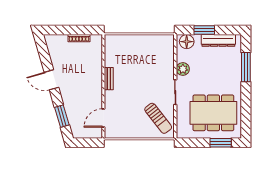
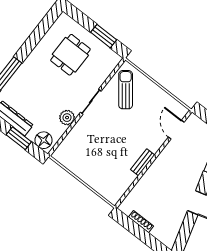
dining table: (213, 113) -> (70, 55), width x0.53, depth x0.80
door: (103, 118) -> (176, 130), swing flipped
window: (221, 143) -> (104, 36), moved

